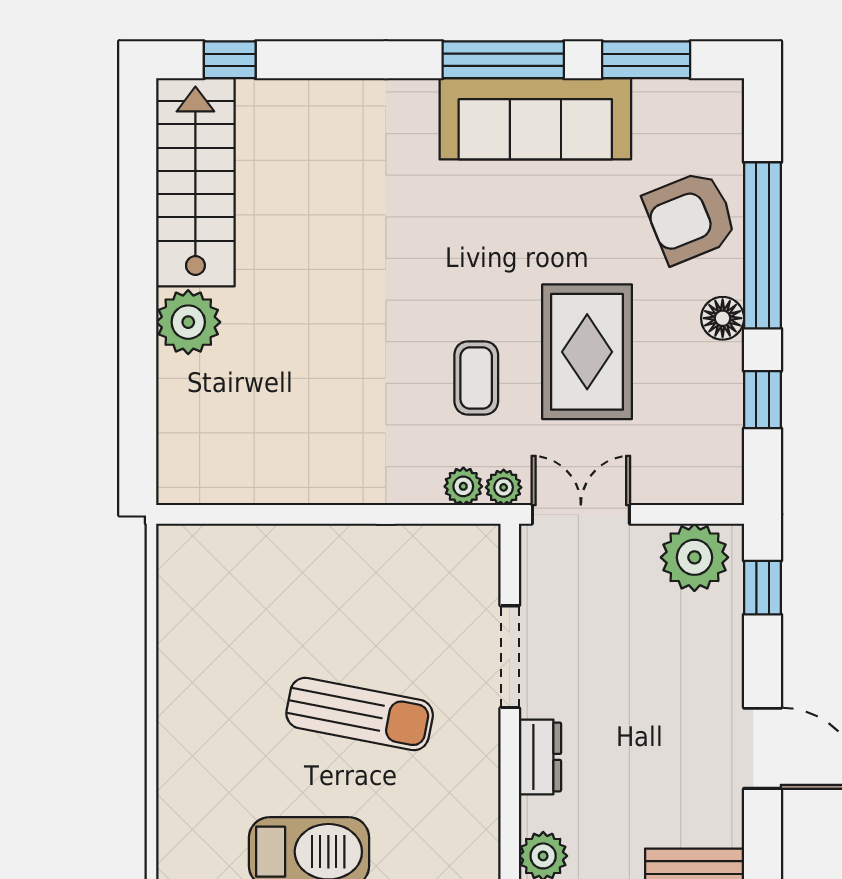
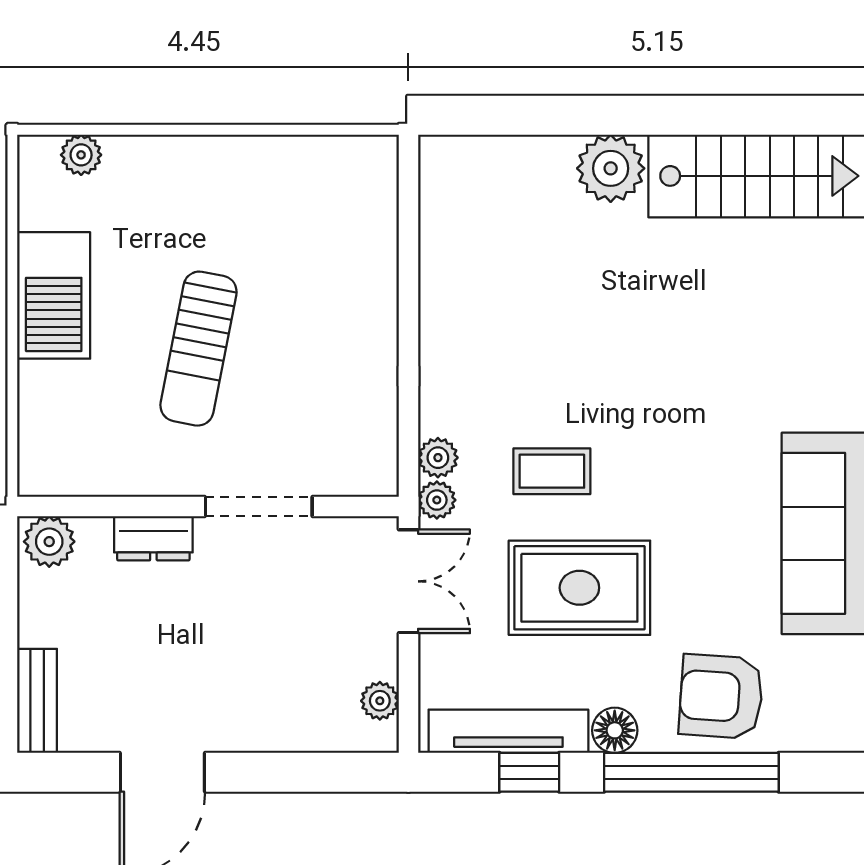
armchair: (690, 217) -> (721, 697), turned -64
tv unit: (723, 419) -> (508, 731), added
plant: (694, 557) -> (380, 701), width x0.53, depth x0.53
window: (762, 588) -> (331, 772), removed
plant: (175, 826) -> (81, 155), added

